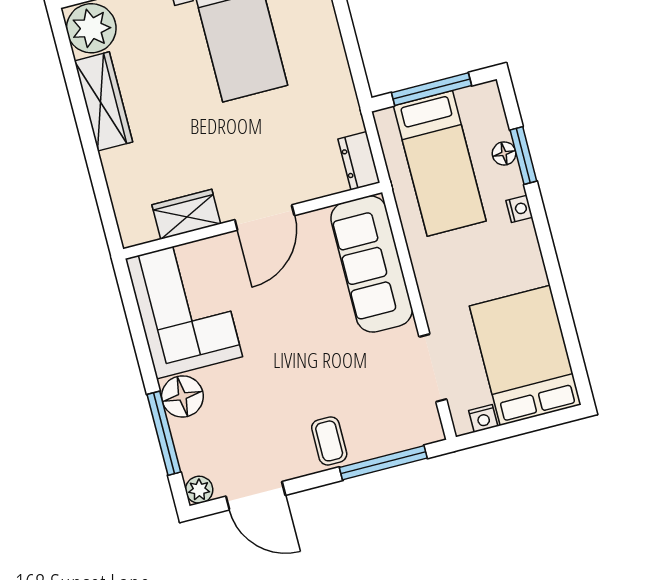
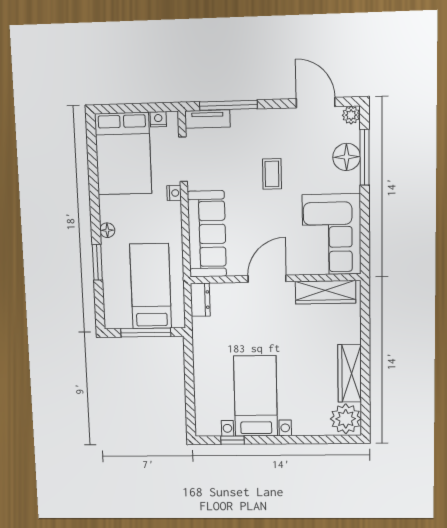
floor lamp: (504, 153) -> (107, 230), moved
window: (523, 156) -> (97, 262), moved
nightstand: (519, 209) -> (174, 193), moved, turned 180
wardrobe: (186, 214) -> (326, 292), width x1.50
floor lamp: (182, 396) -> (347, 157), moved
tv unit: (410, 436) -> (207, 119), added
coffee table: (329, 441) -> (272, 174), moved

